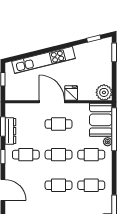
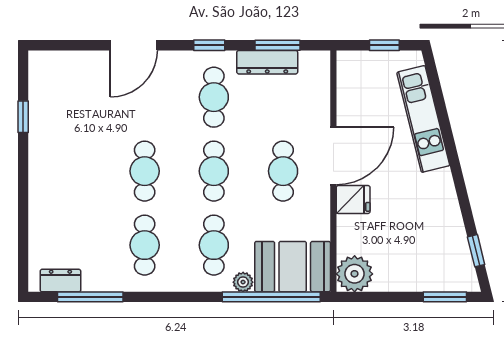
kitchen unit: (44, 60) -> (423, 119), width x0.73

